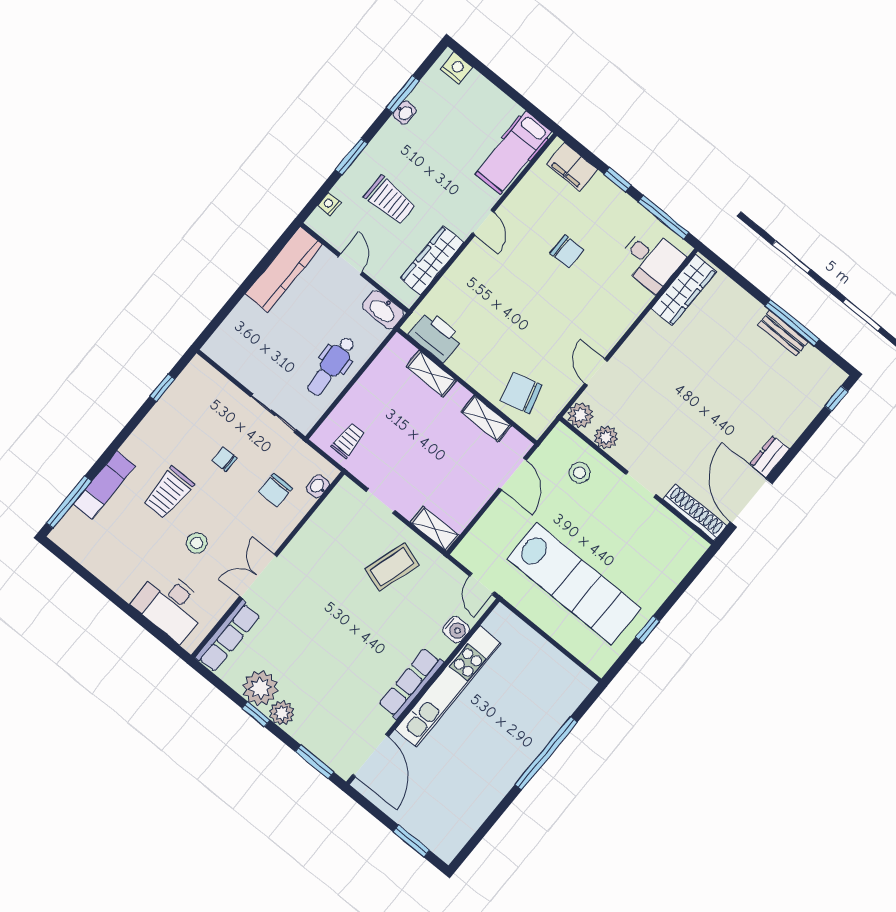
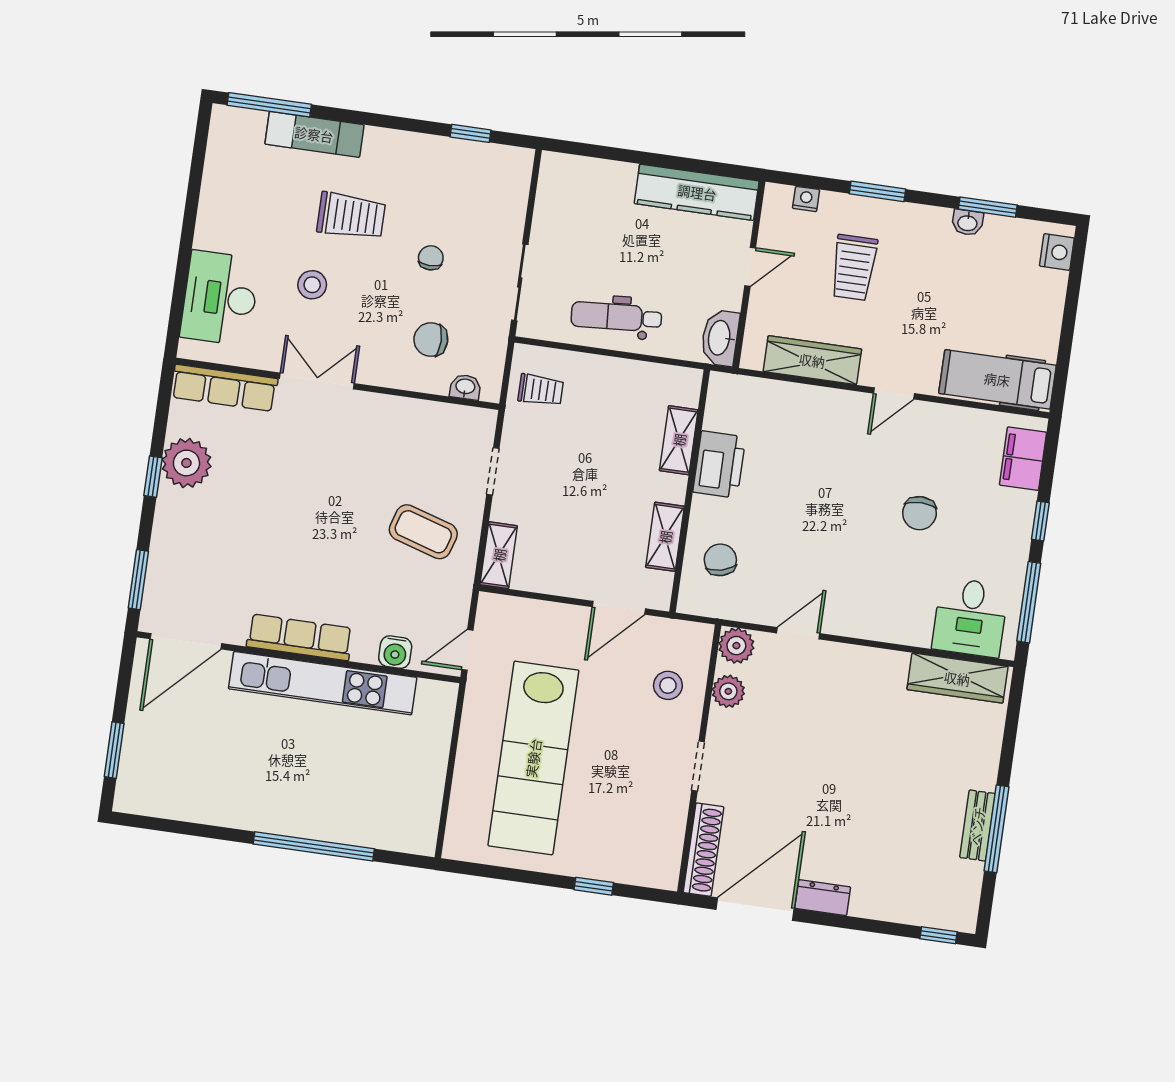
printer: (436, 337) -> (719, 465), moved
chair: (521, 393) -> (720, 560), width x0.73, depth x0.73
trolley: (169, 493) -> (351, 216), turned 180
window: (648, 629) -> (594, 886), moved
plant: (282, 713) -> (173, 506), removed

